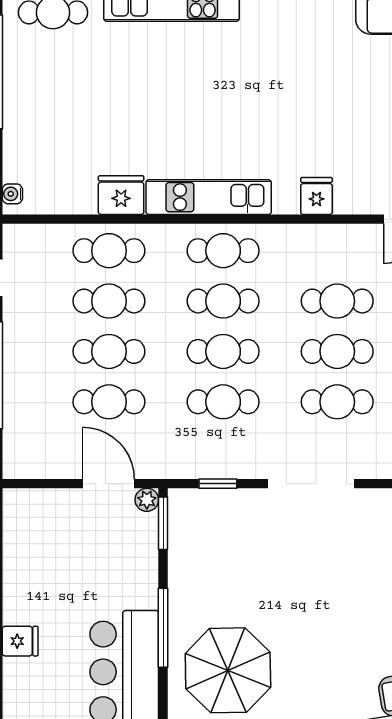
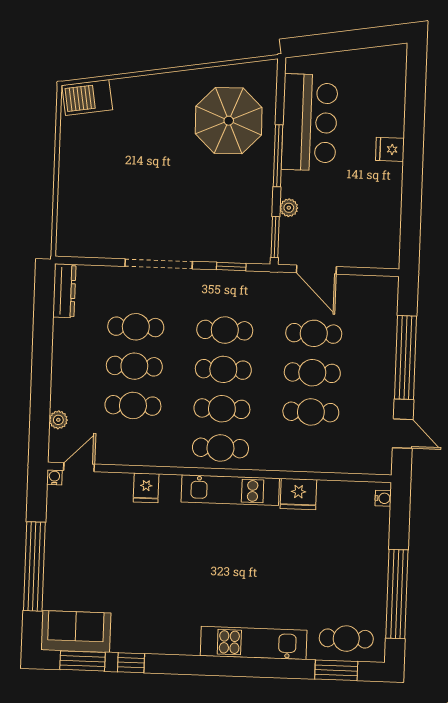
cafe table: (109, 251) -> (309, 451), removed
plant: (147, 500) -> (289, 208), moved

